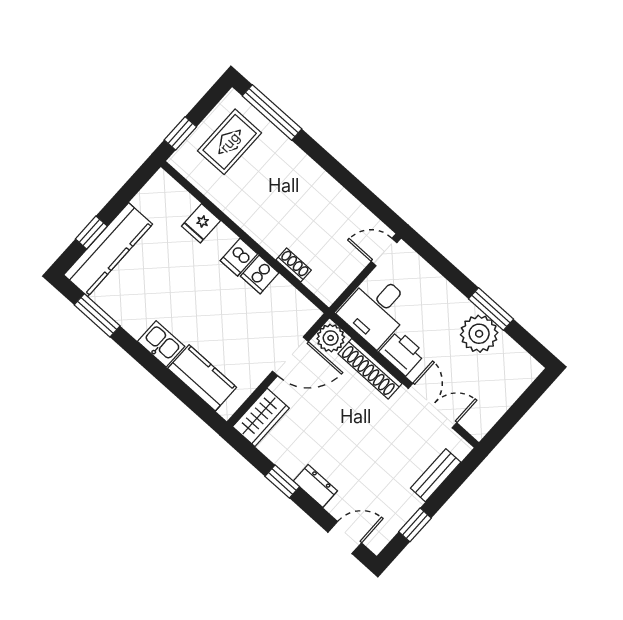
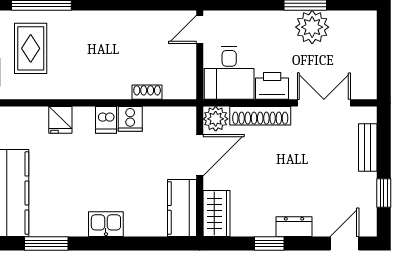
kitchen counter: (202, 378) -> (182, 208), moved, turned -90

